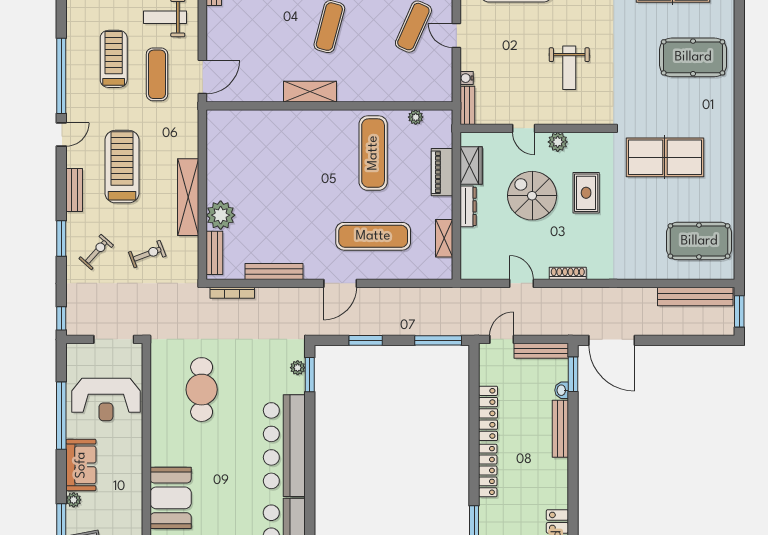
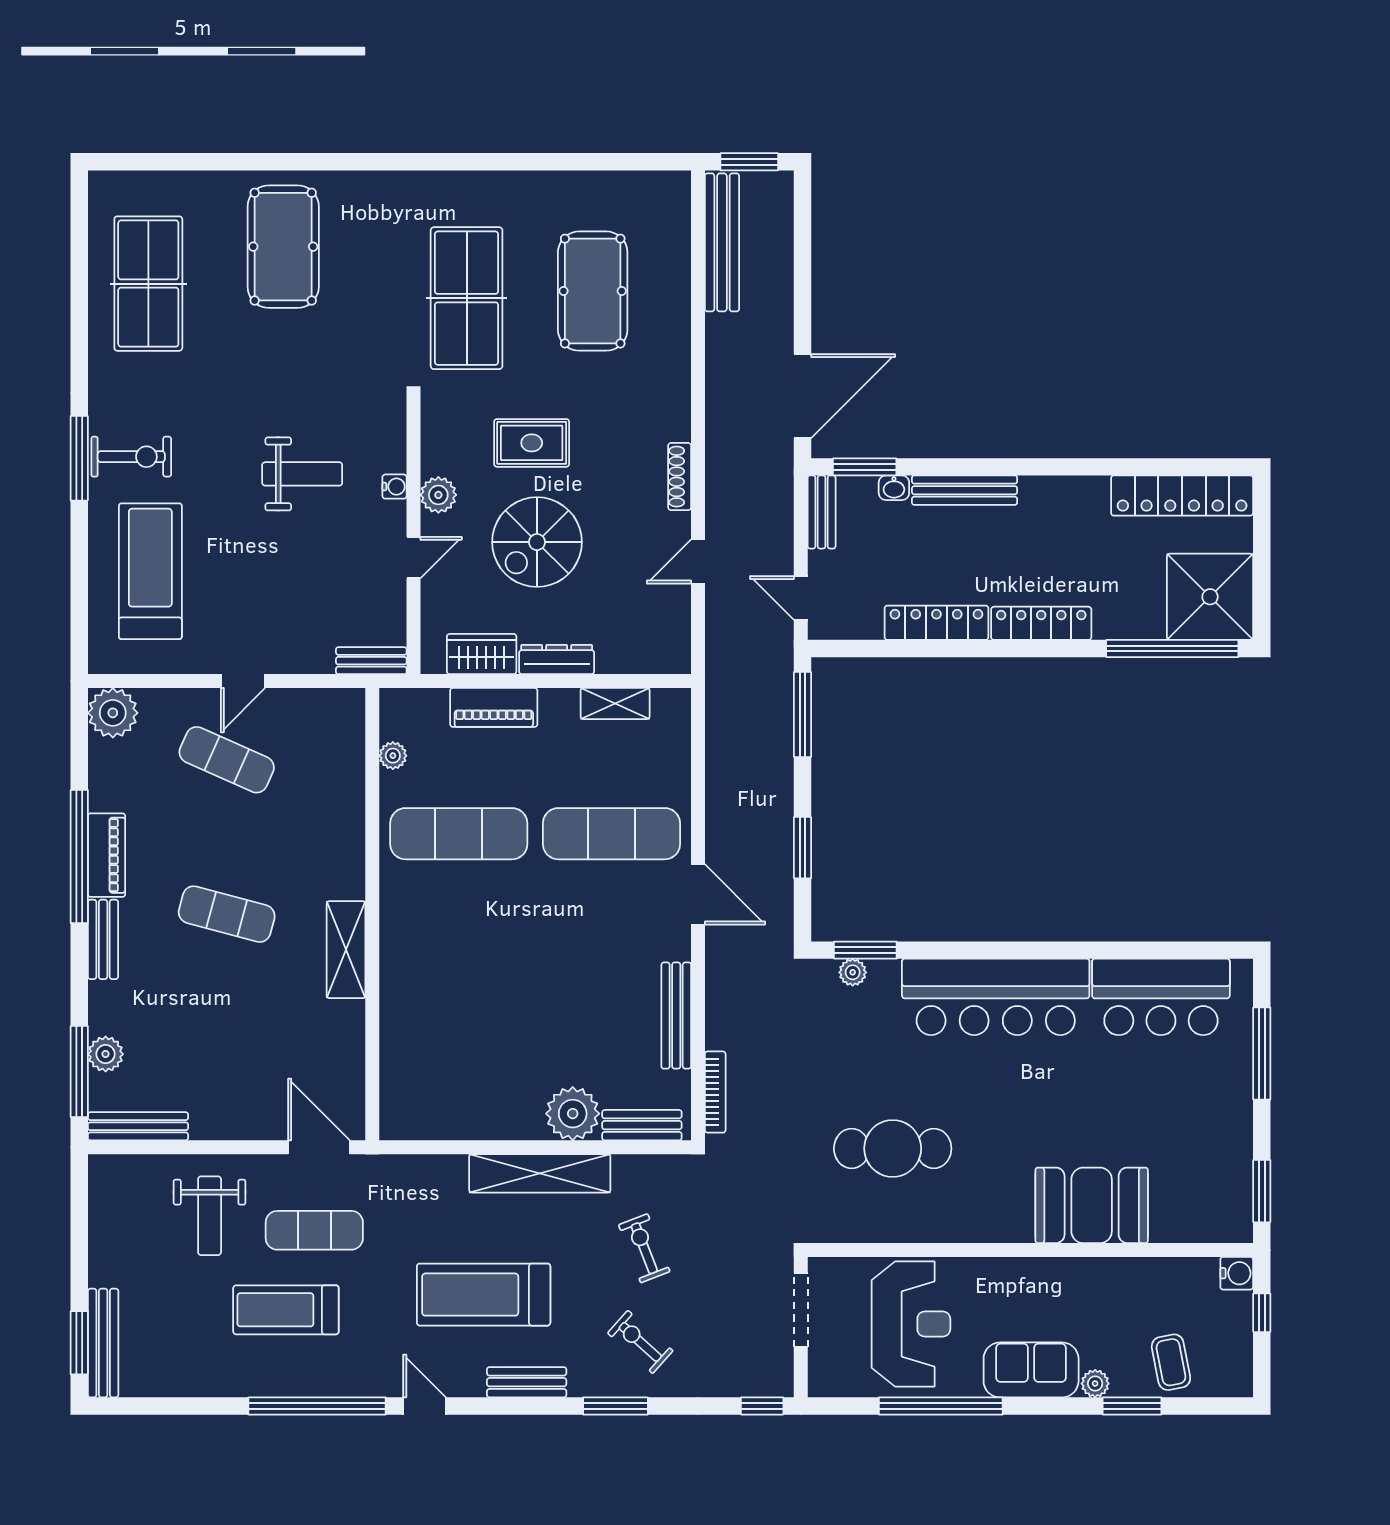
water cooler: (467, 78) -> (395, 487), moved, turned -90
exercise mat: (373, 236) -> (612, 834), turned 90
pool table: (699, 241) -> (593, 291), moved
bench: (541, 351) -> (822, 512), width x0.73

